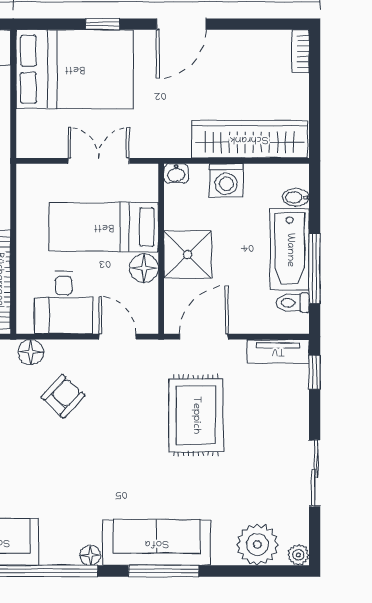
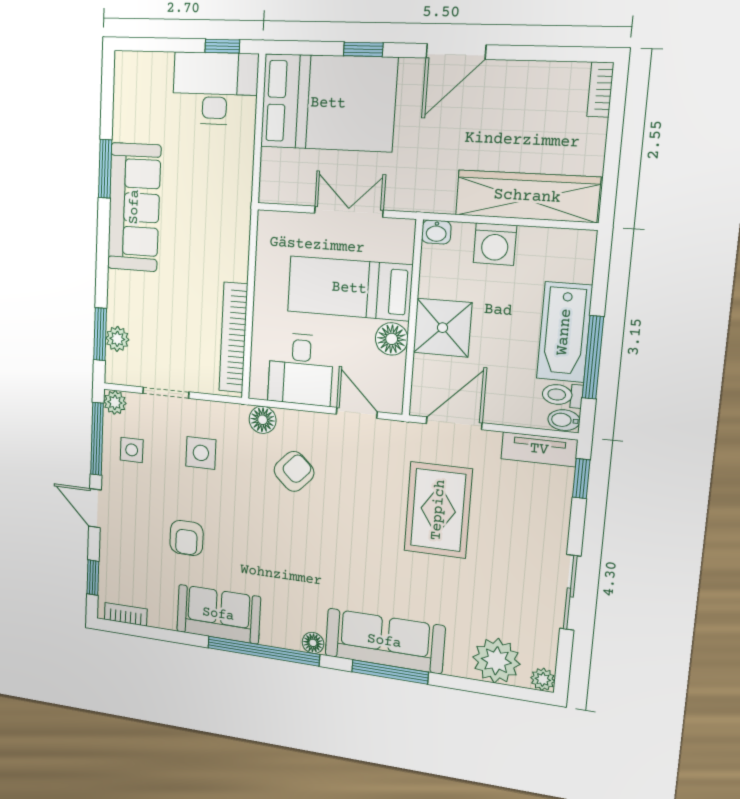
bidet: (296, 197) -> (564, 420), moved

